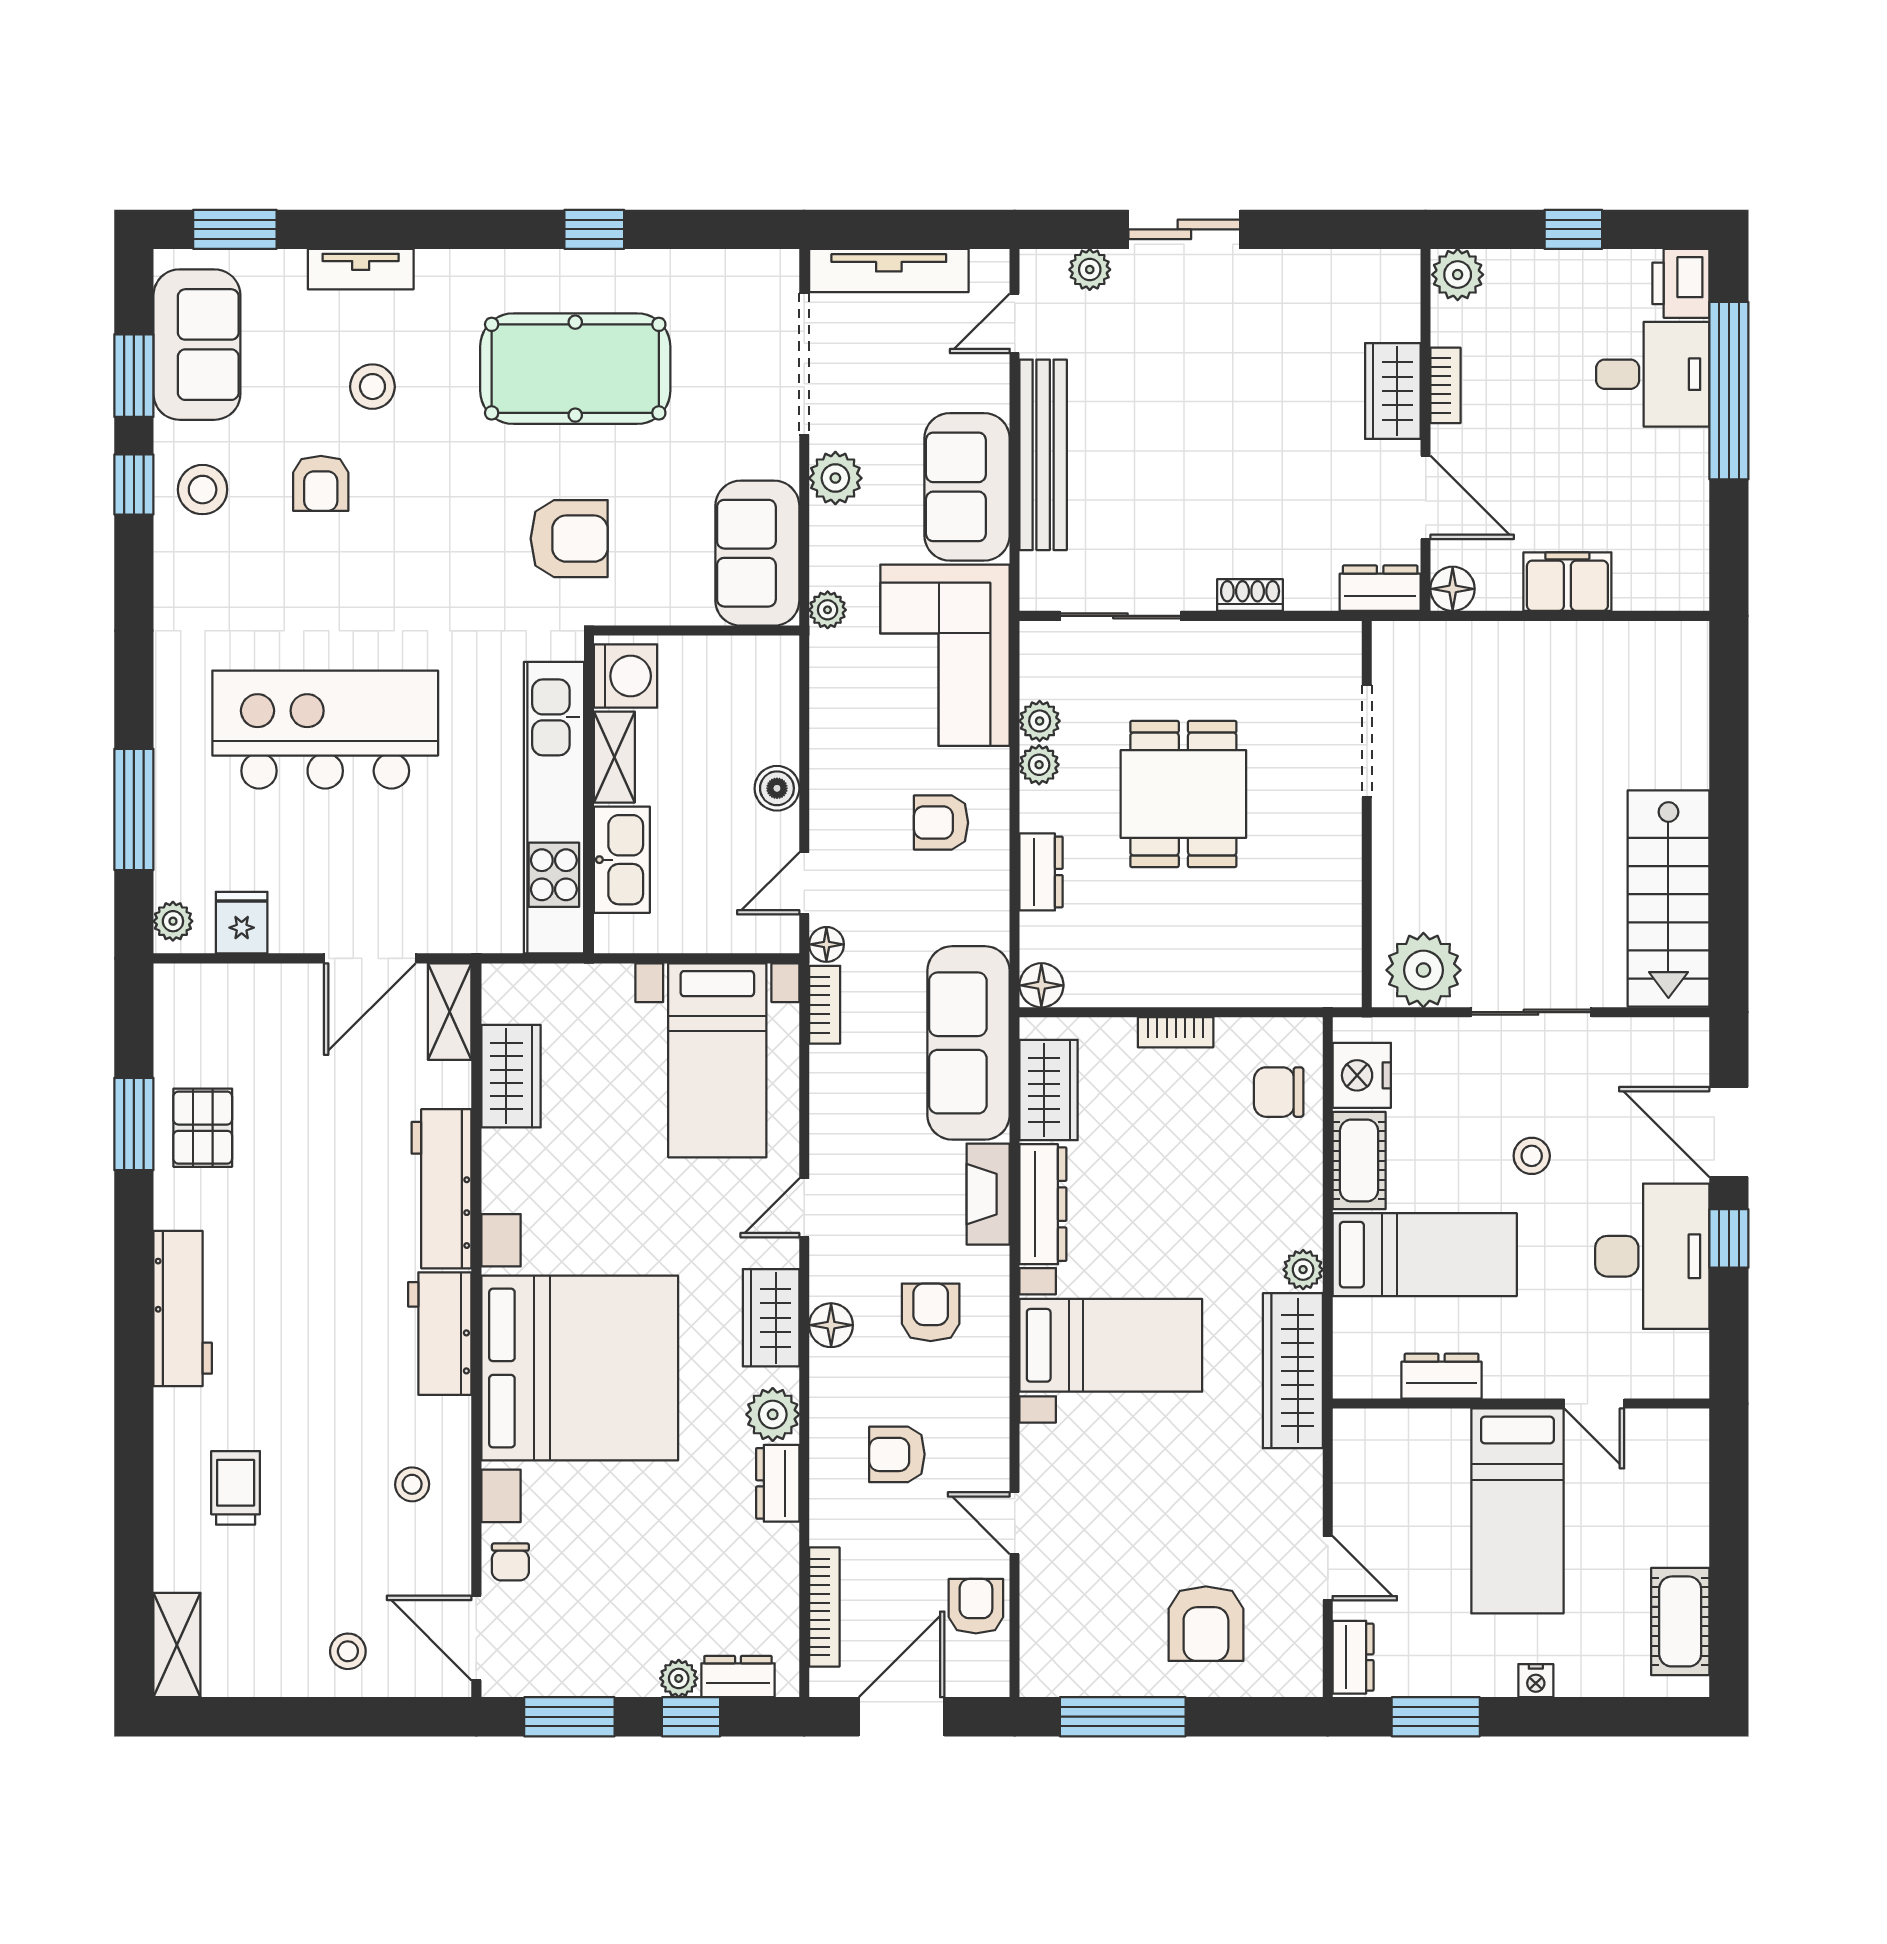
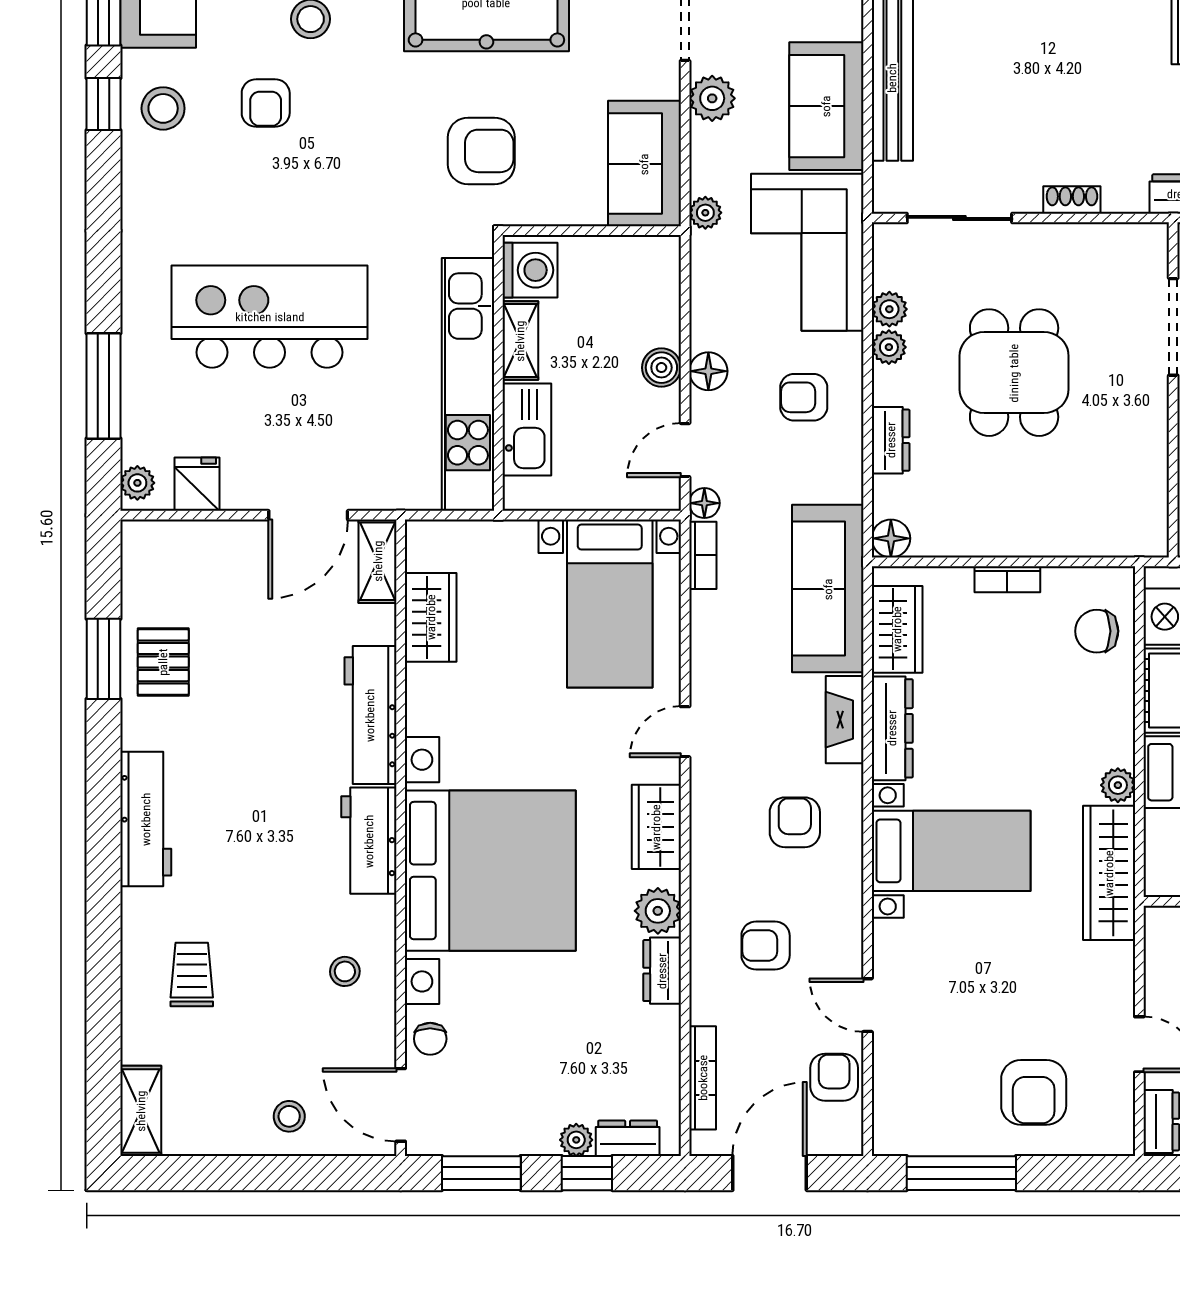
floor lamp: (831, 1325) -> (708, 371), moved

